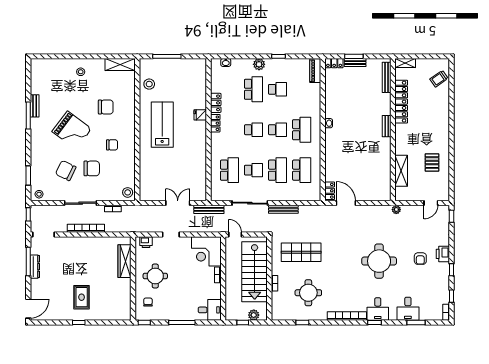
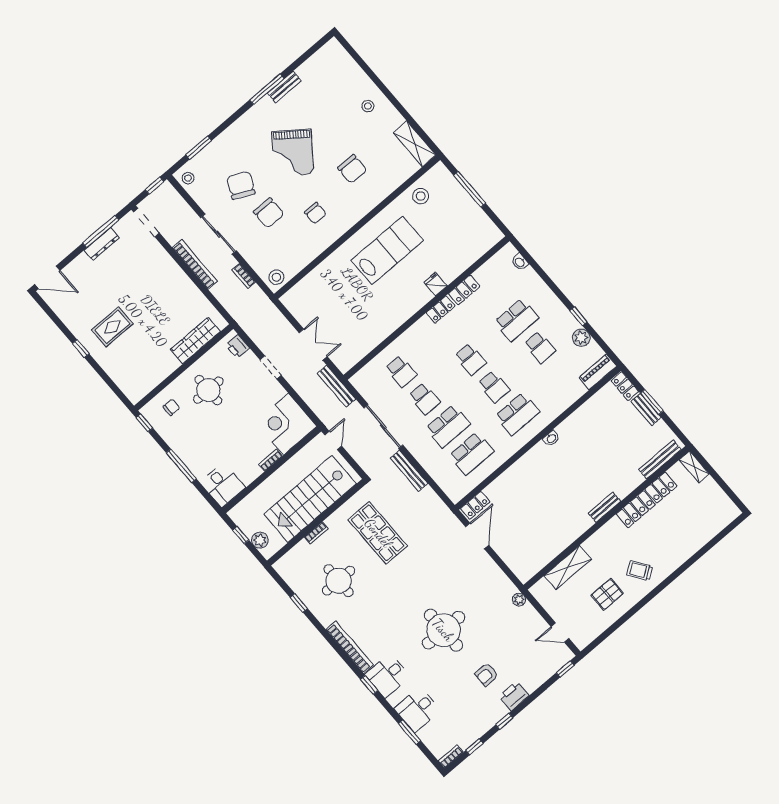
plant: (259, 64) -> (581, 338), moved
trolley: (439, 79) -> (640, 571), moved
school desk: (229, 170) -> (401, 371), width x0.54

